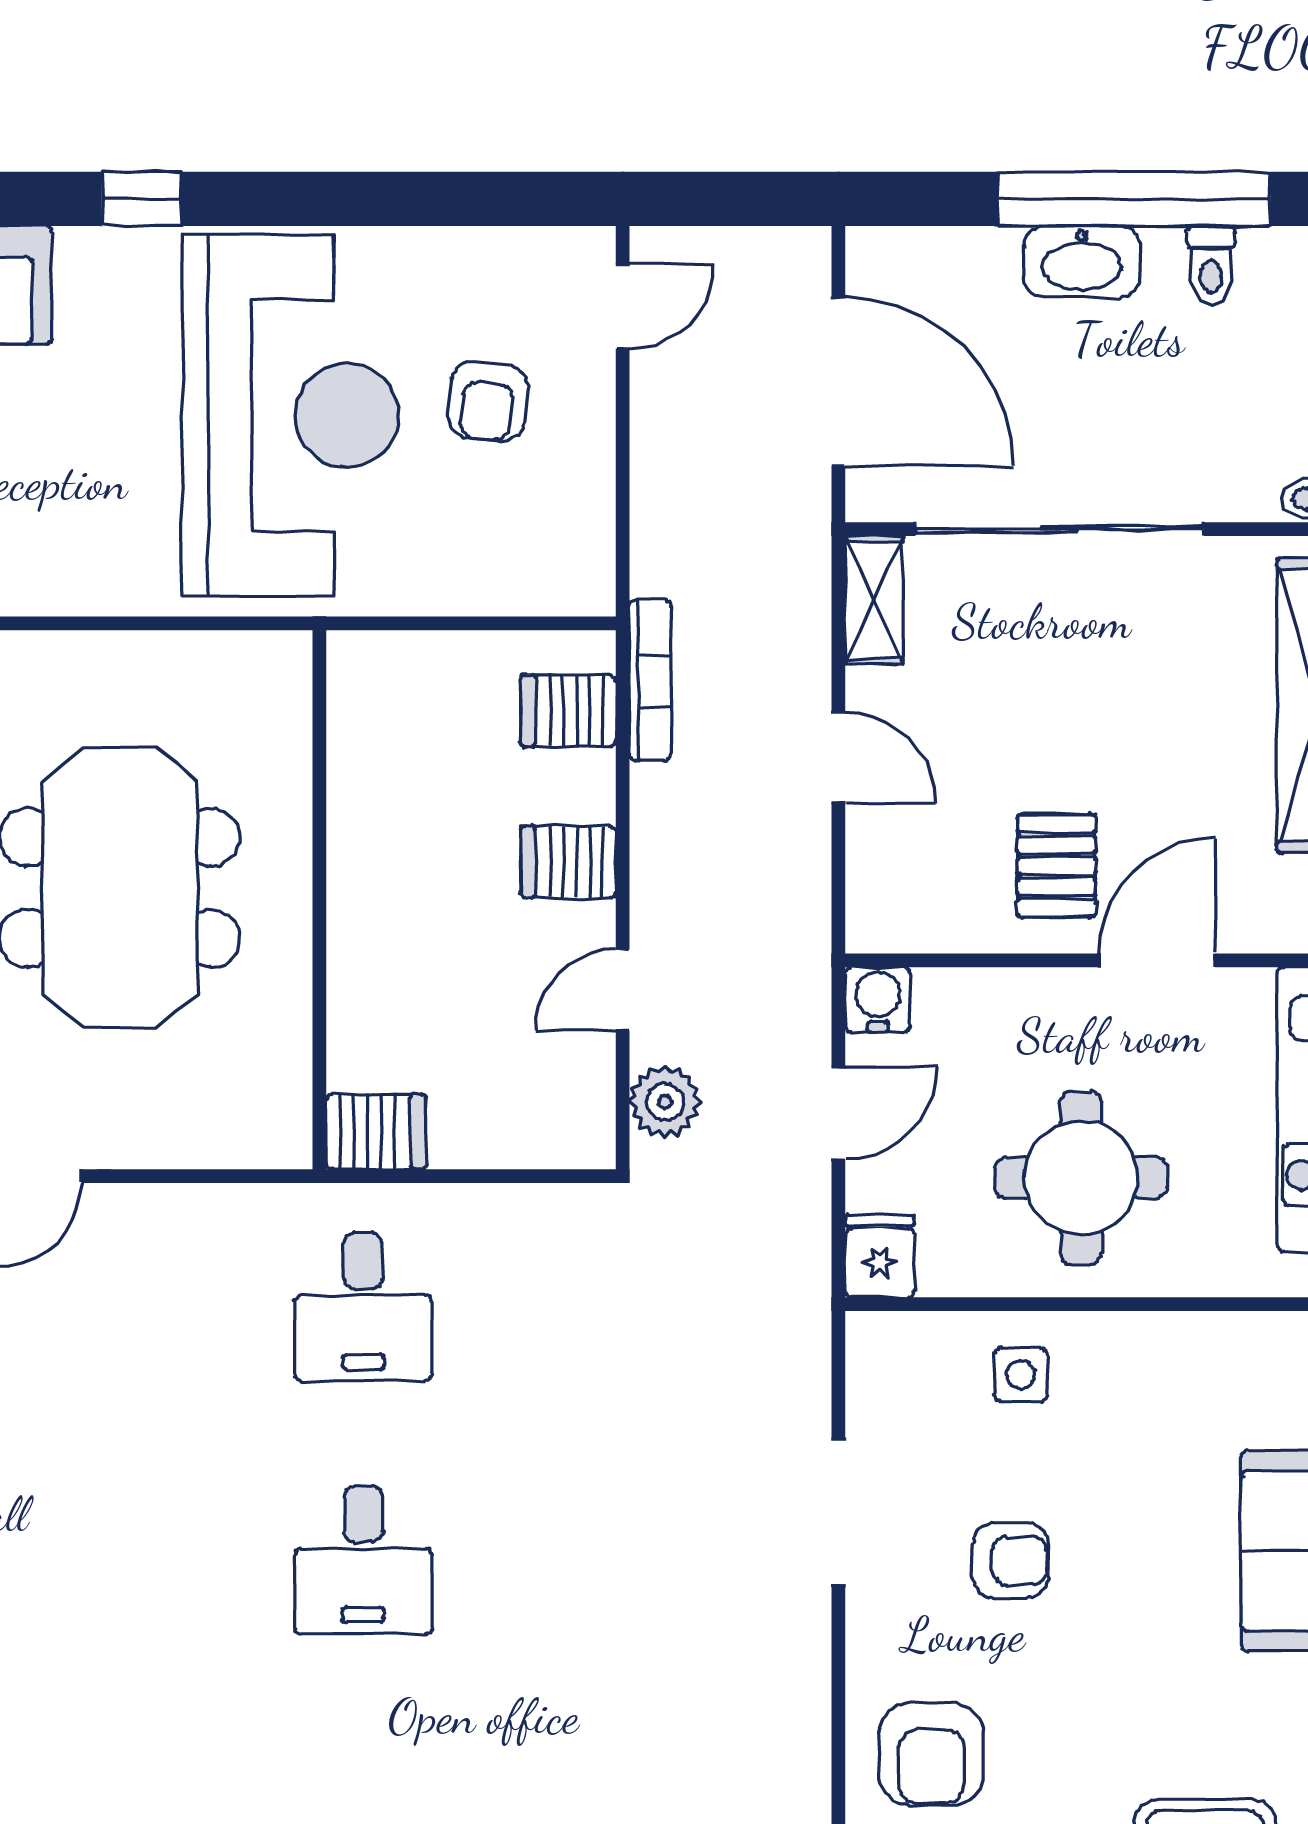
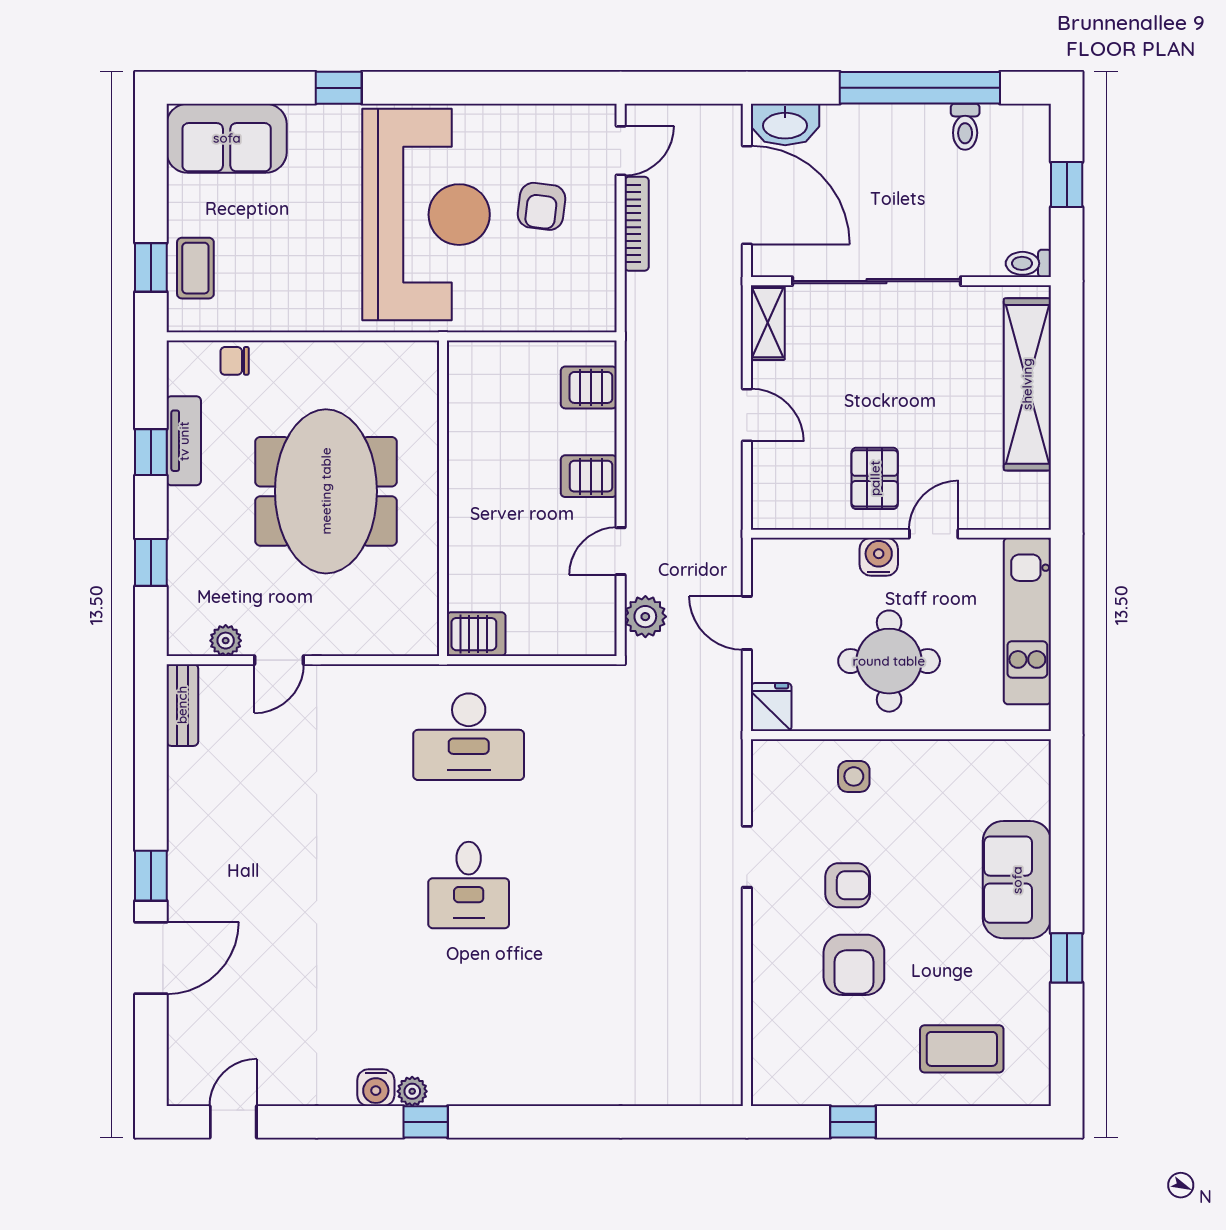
washbasin: (1082, 261) -> (785, 124), moved
bookcase: (650, 680) -> (637, 224), moved
door: (1157, 960) -> (934, 534), width x0.73
water cooler: (878, 1000) -> (879, 557), moved
door: (838, 1113) -> (747, 623), swing flipped
desk: (363, 1307) -> (469, 737), width x1.37
doorway: (838, 1512) -> (747, 857), width x0.73
armchair: (931, 1754) -> (854, 965), moved

